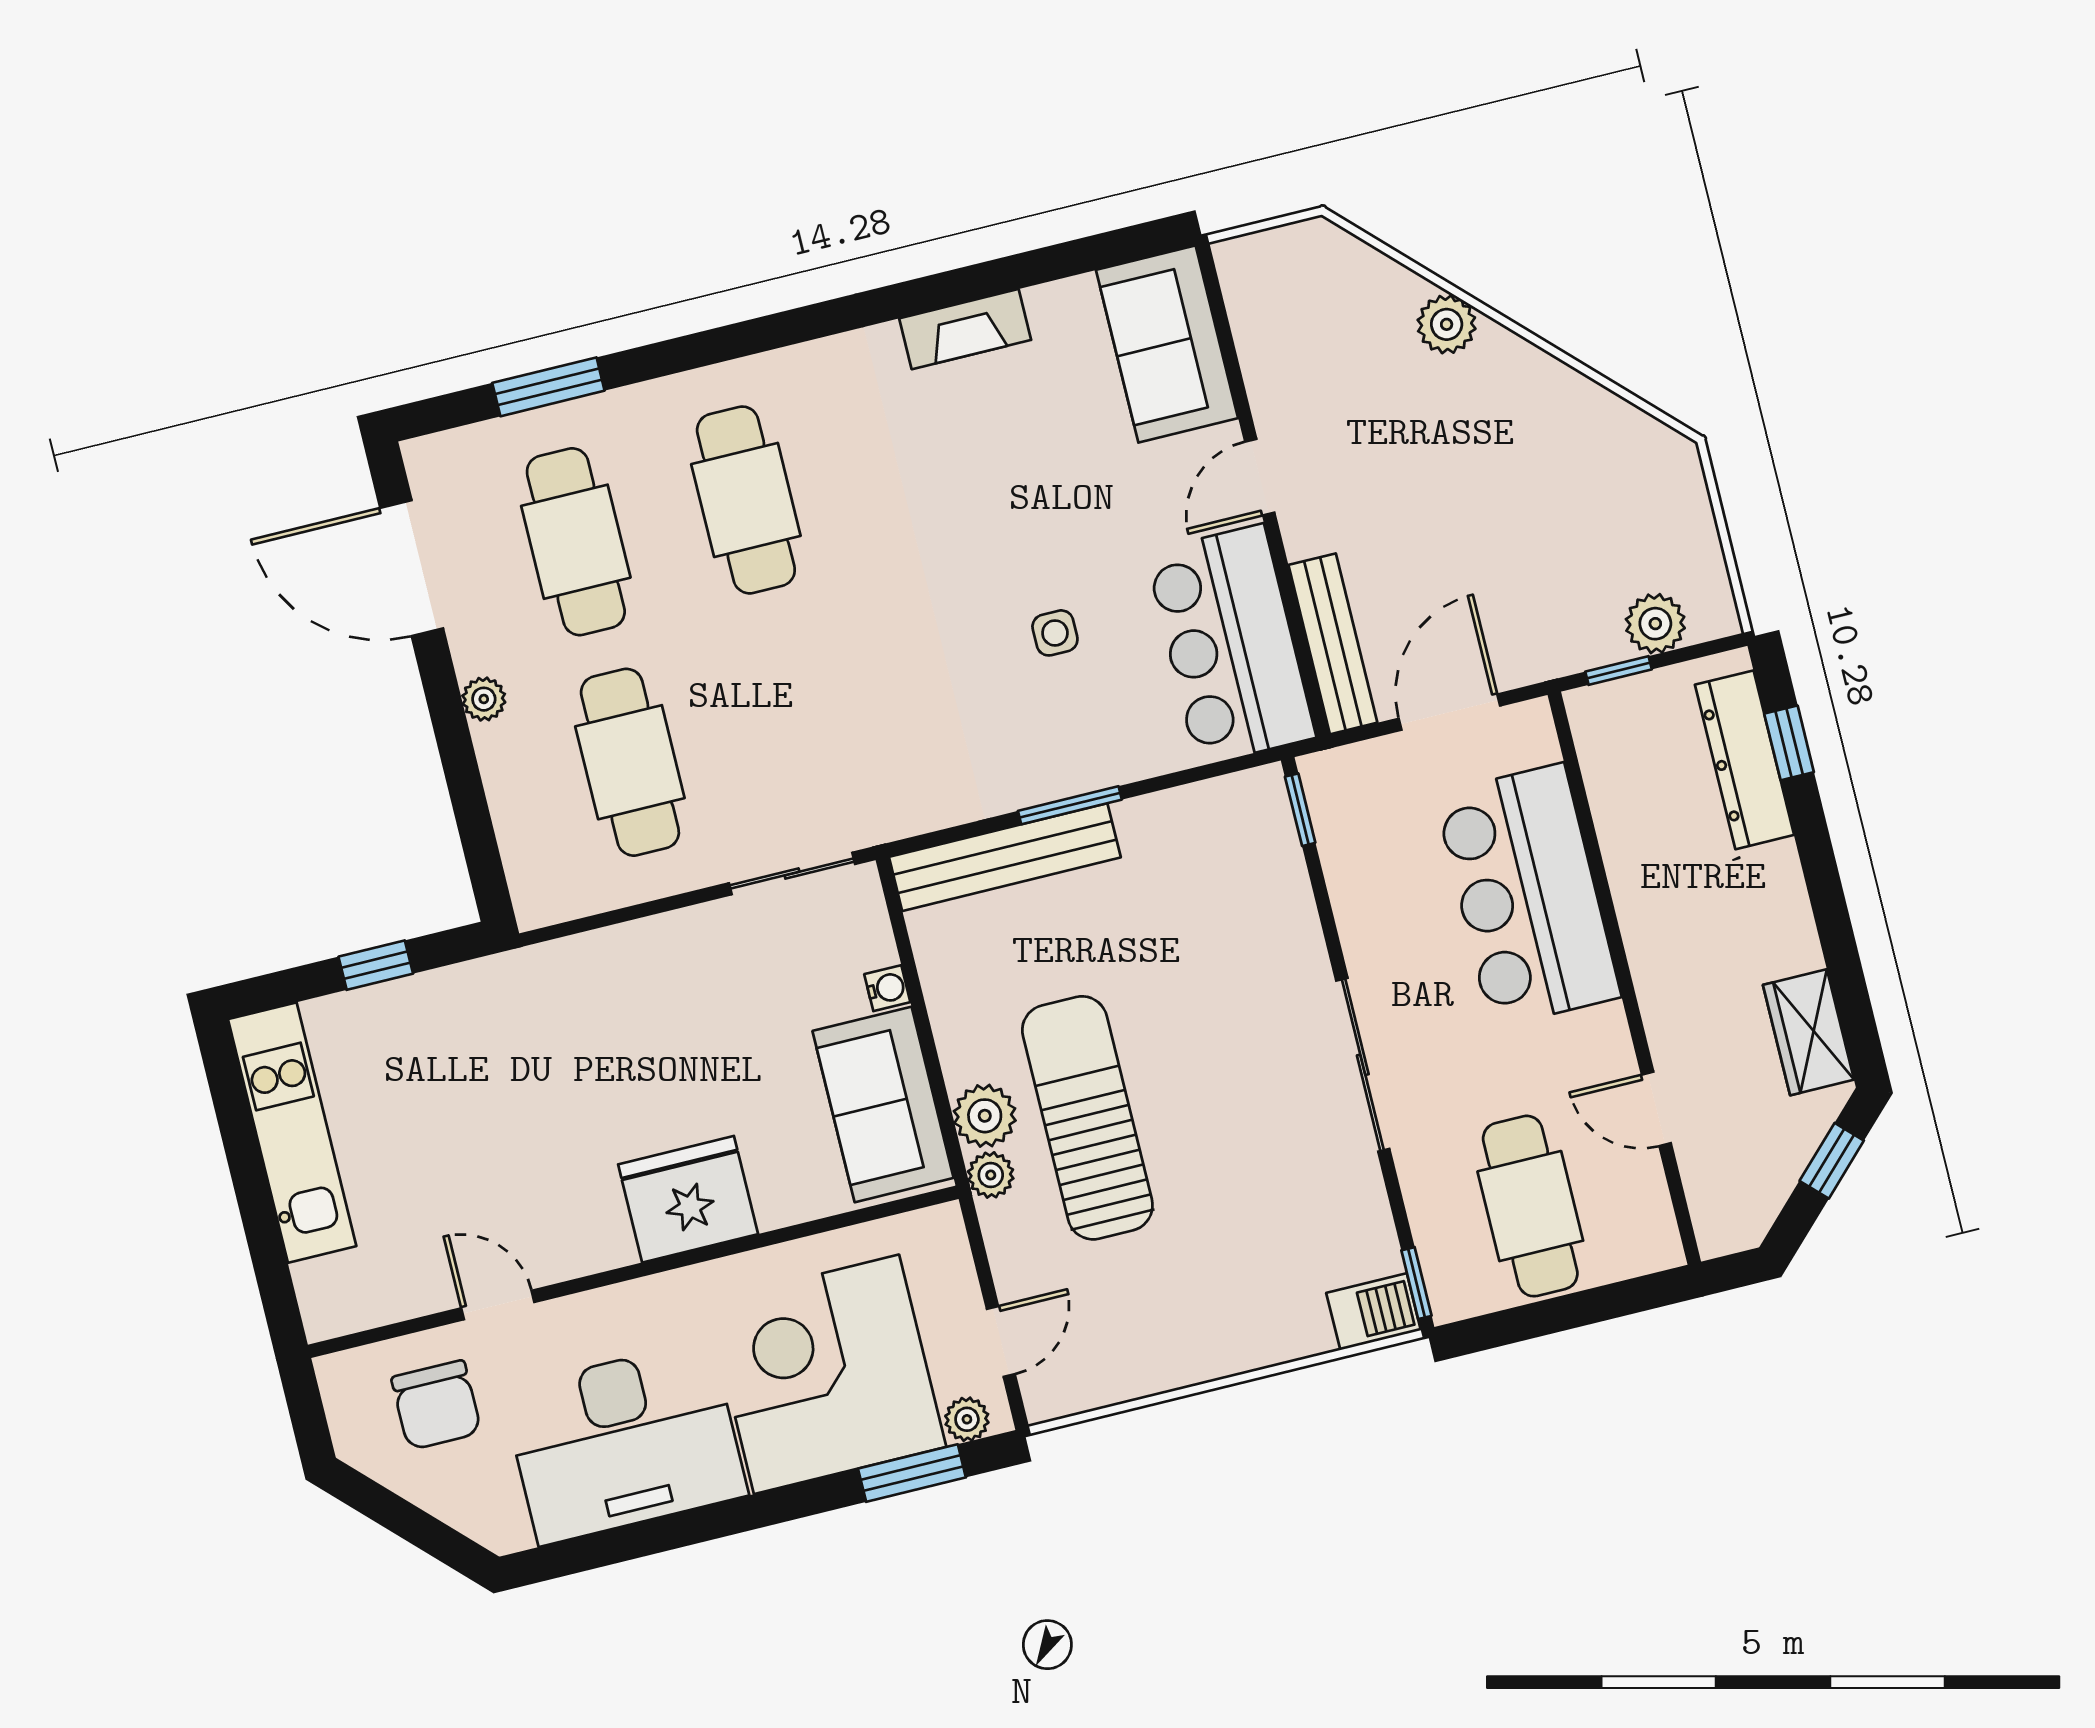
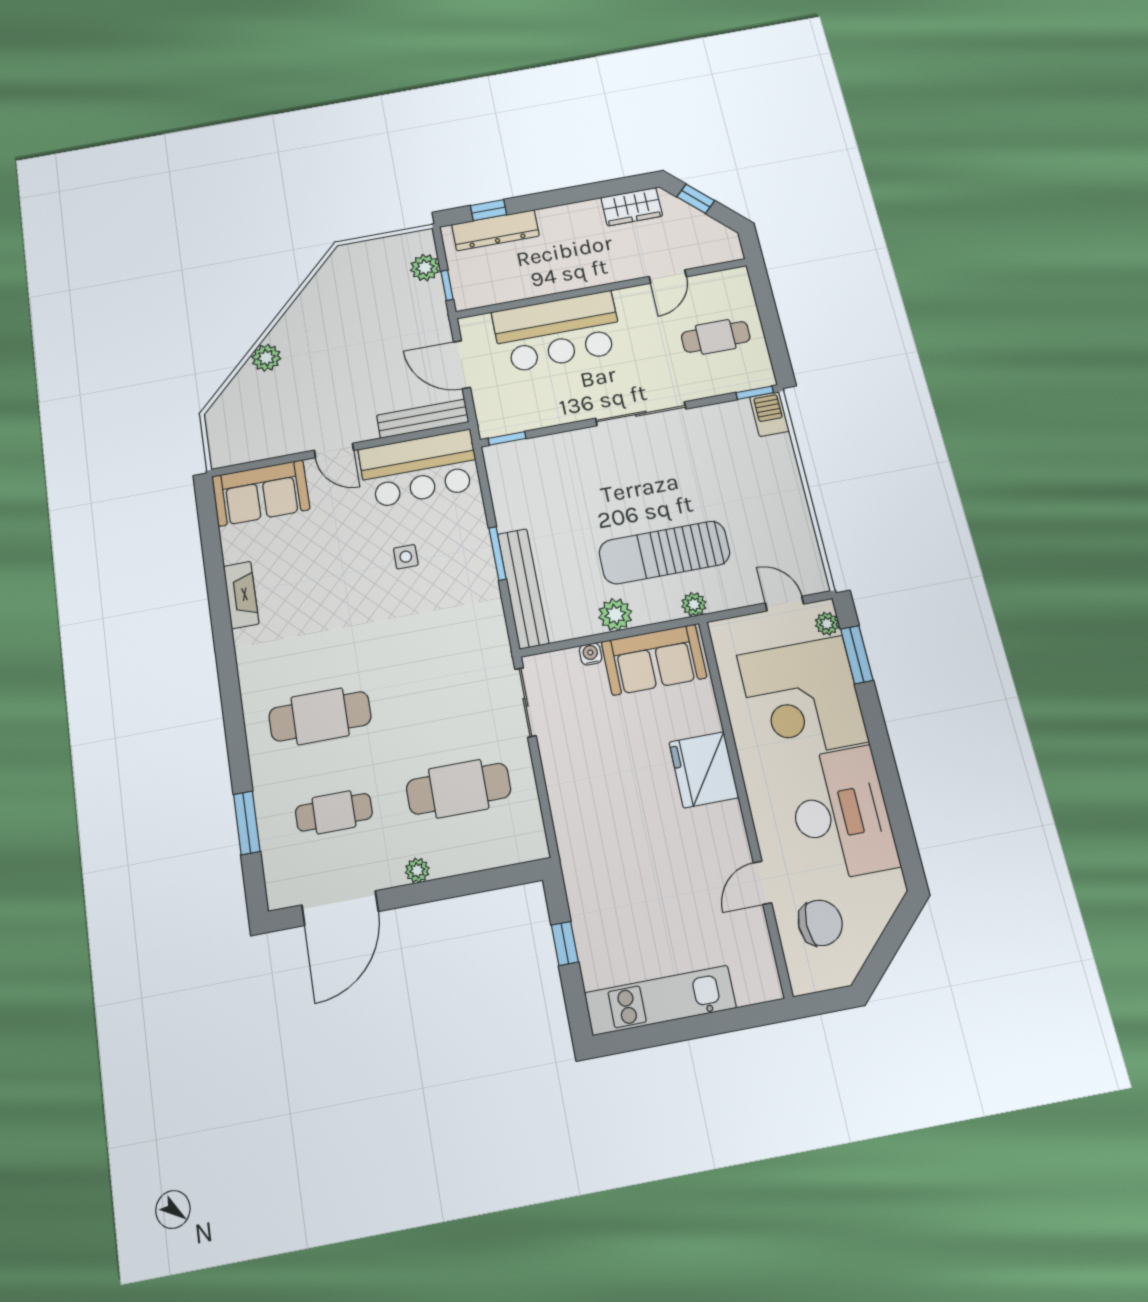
cafe table: (576, 542) -> (334, 812), width x0.73, depth x0.74
plant: (985, 1116) -> (615, 615), moved
cafe table: (1530, 1206) -> (716, 337), width x0.73, depth x0.74

